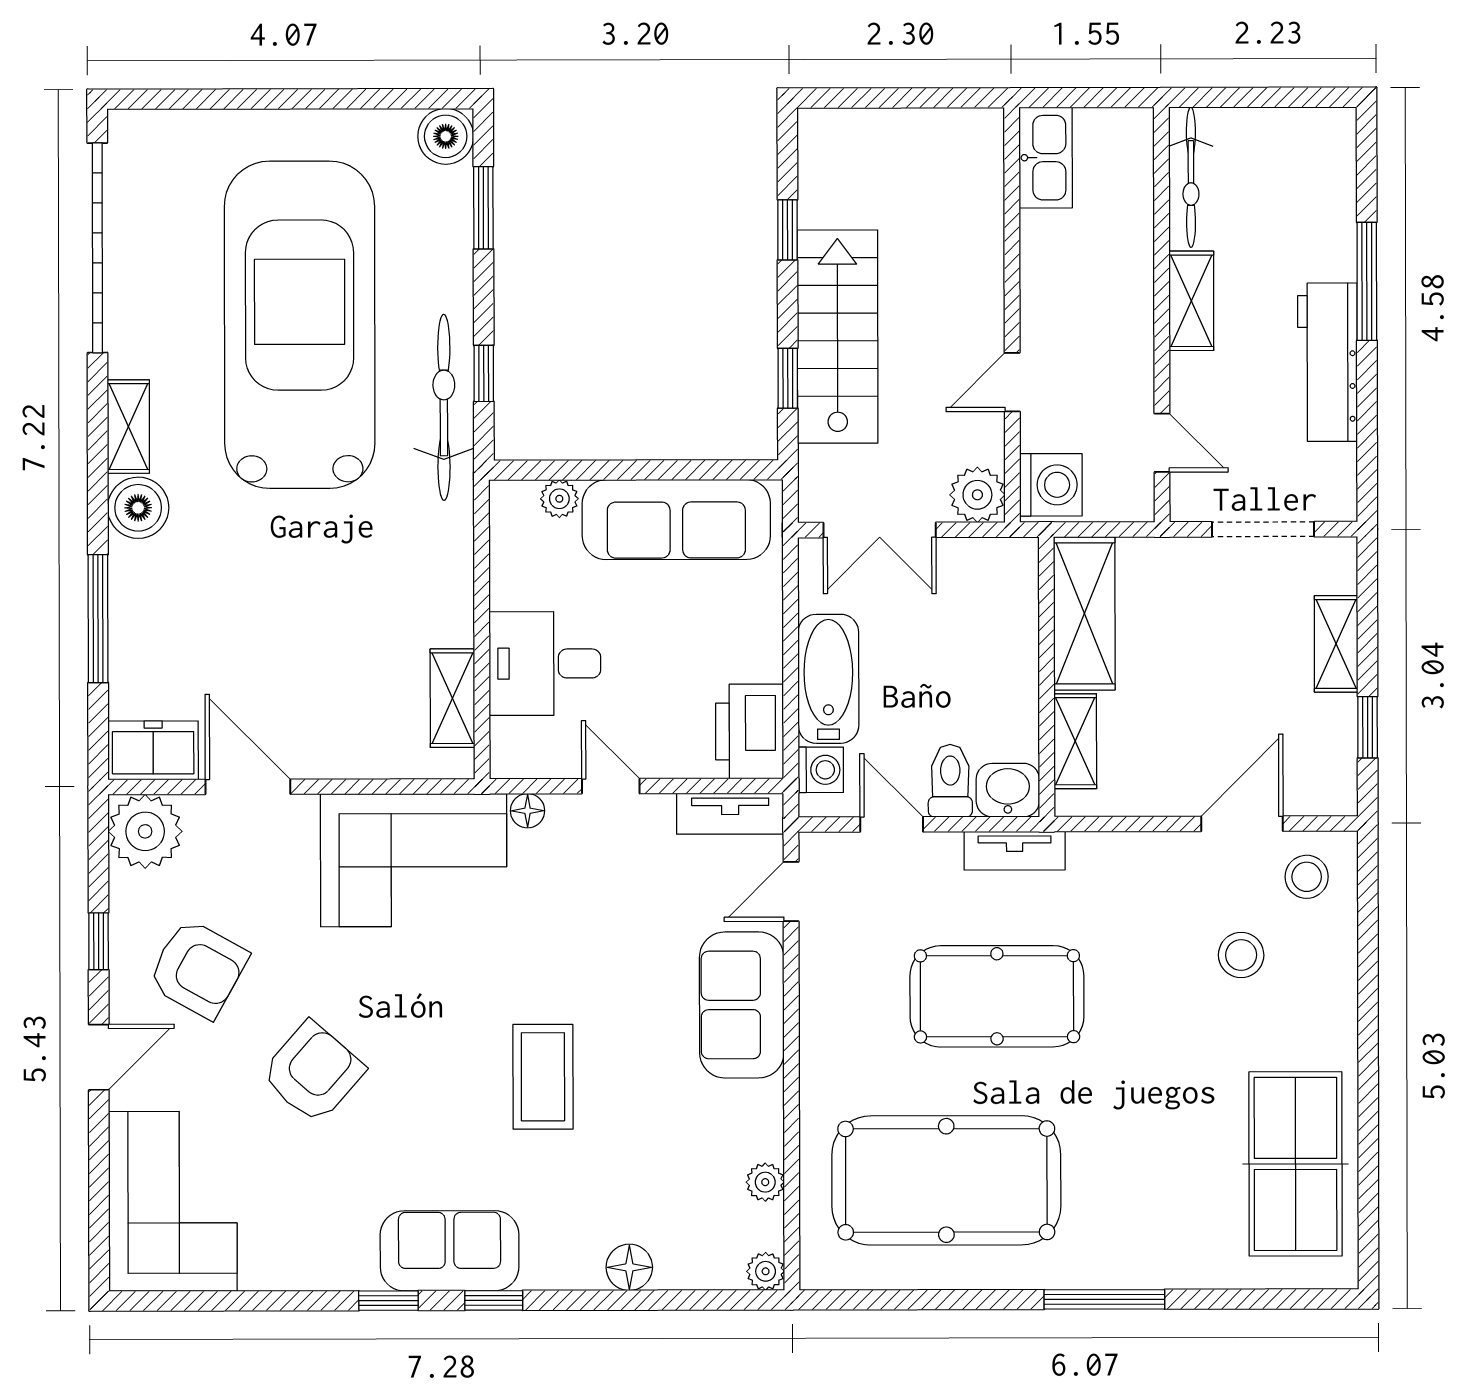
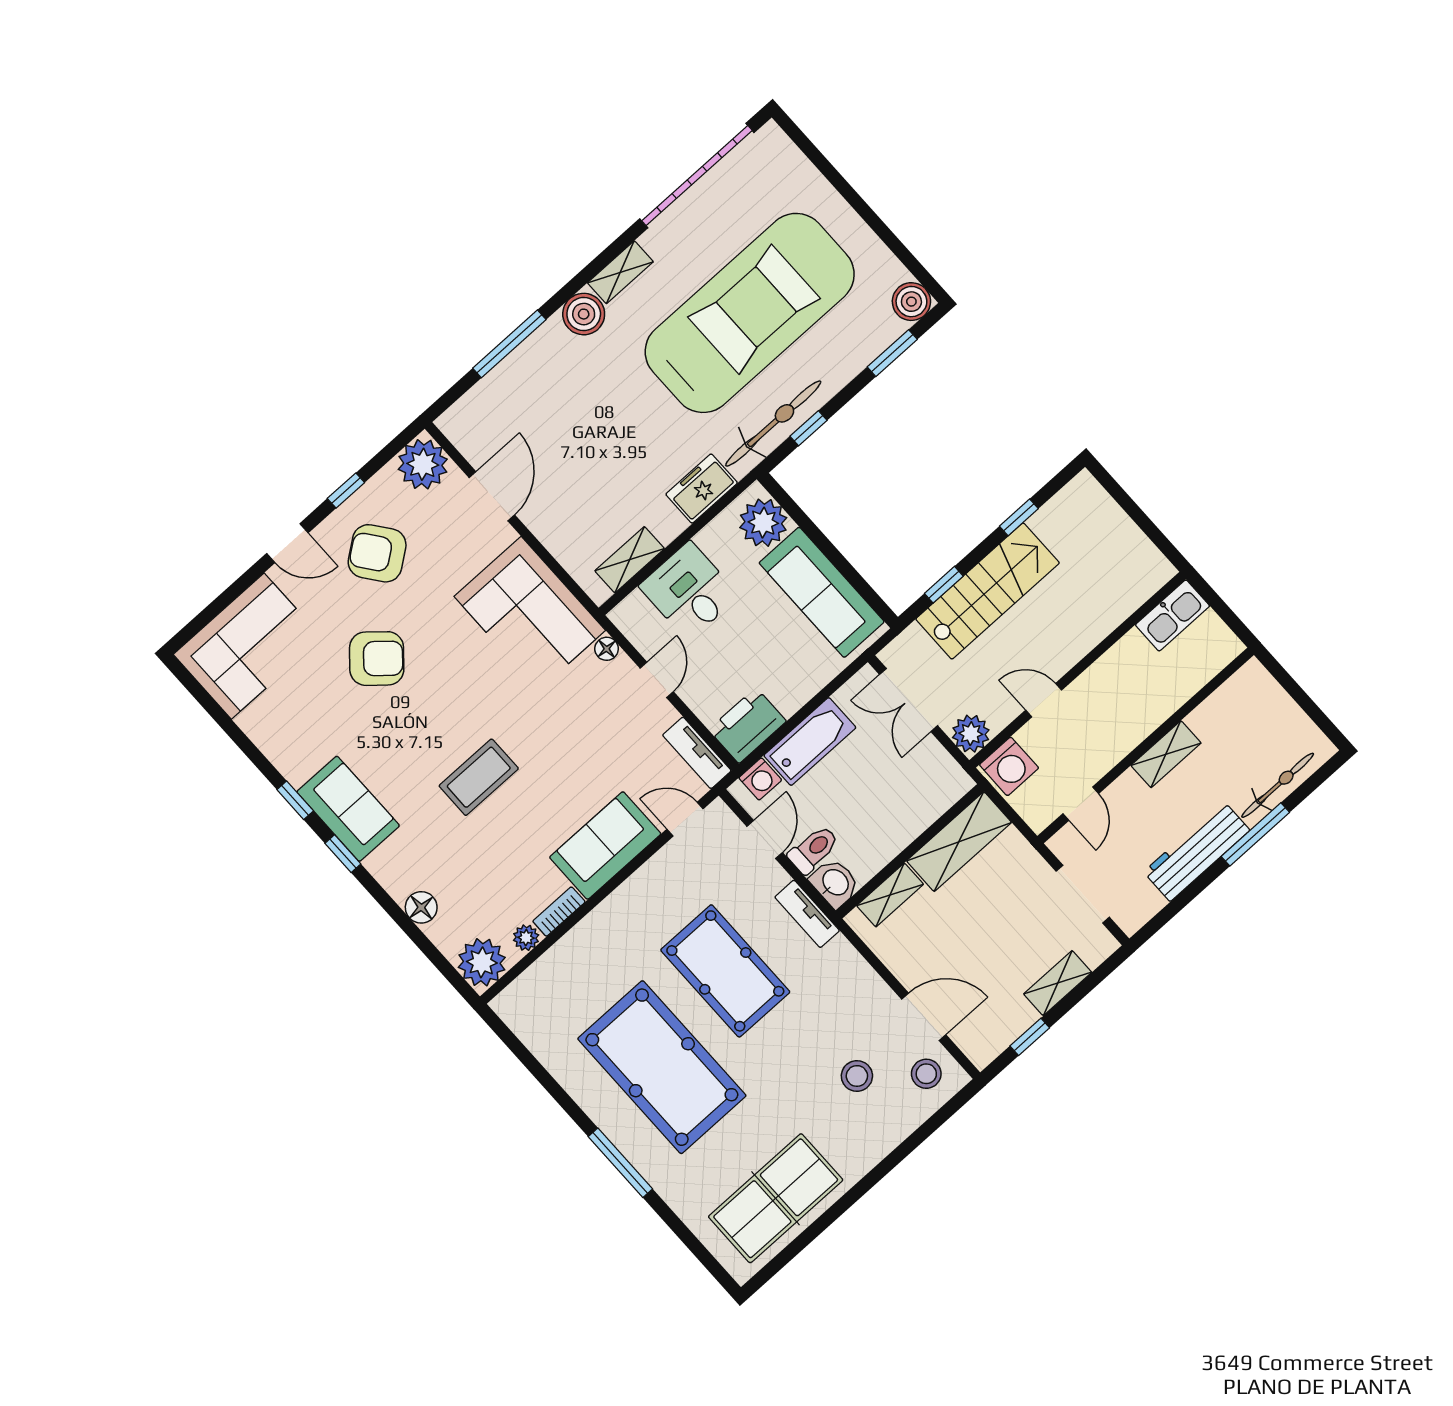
bicycle: (1191, 177) -> (1278, 785), moved, turned 180
plant: (559, 499) -> (763, 523), width x1.88, depth x1.88
freezer: (153, 750) -> (702, 489), moved, turned -90
armchair: (198, 969) -> (377, 553), turned 114
bookcase: (769, 1120) -> (559, 912), added
pool table: (946, 1180) -> (662, 1067), moved
plant: (766, 1271) -> (482, 962), width x1.88, depth x1.88

